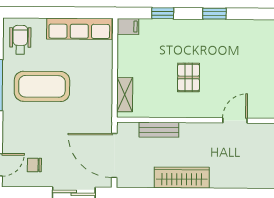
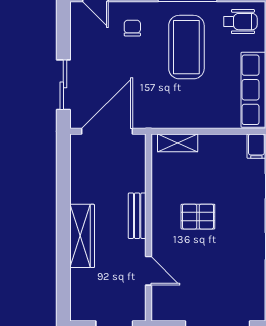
bench: (159, 130) -> (137, 216), moved
chair: (34, 165) -> (132, 28), moved
wardrobe: (182, 178) -> (82, 236), moved

